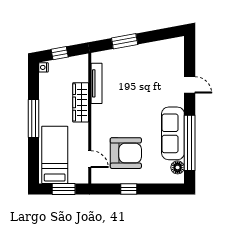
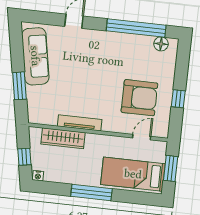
tv unit: (97, 83) -> (80, 123), moved
wardrobe: (81, 102) -> (63, 138), moved
sofa: (173, 133) -> (35, 56), moved, turned -100
armchair: (126, 153) -> (139, 98), turned 90

